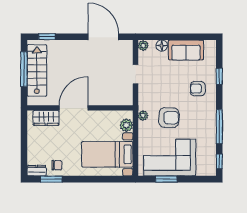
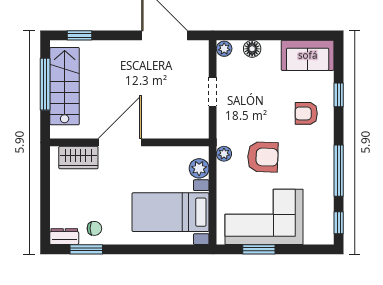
sofa: (186, 50) -> (308, 55), moved

